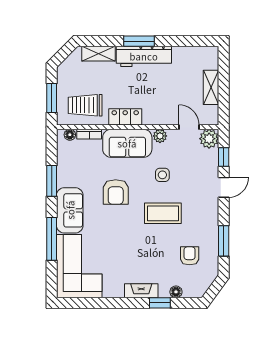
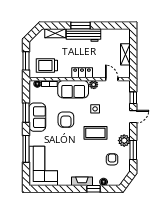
locker: (125, 117) -> (82, 73), moved
plant: (209, 139) -> (124, 141), moved
sofa: (70, 210) -> (37, 117), moved

